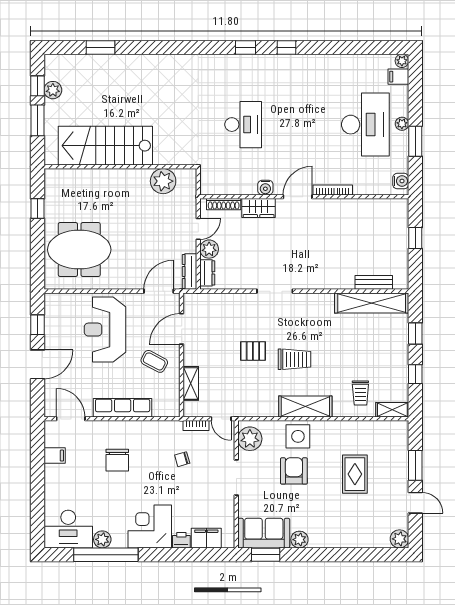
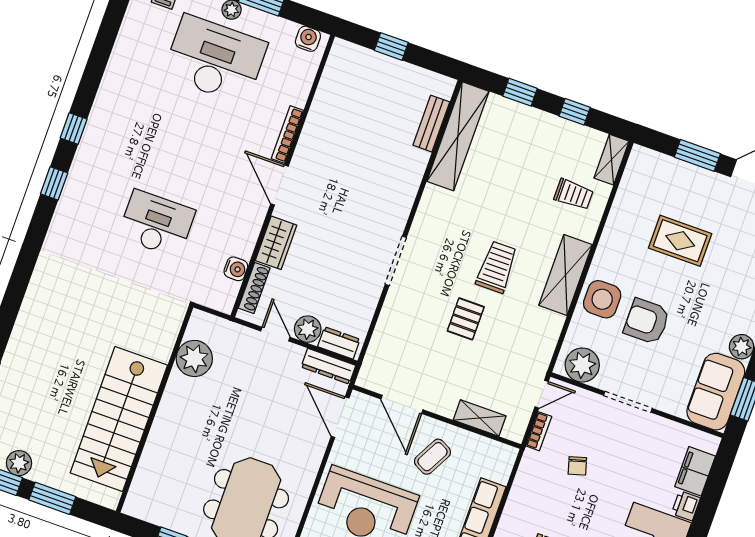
water cooler: (265, 188) -> (236, 269), moved

